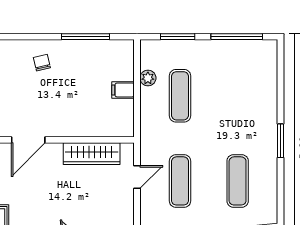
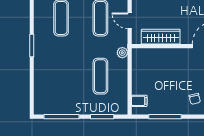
plant: (148, 78) -> (122, 53), moved
filing cabinet: (123, 90) -> (139, 101), moved
door: (137, 177) -> (130, 21), hinge flipped

